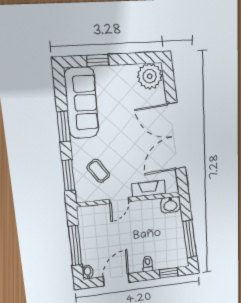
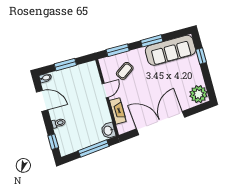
door: (119, 200) -> (105, 91), swing flipped
window: (190, 239) -> (94, 149), moved
window: (75, 246) -> (65, 65), width x0.69

